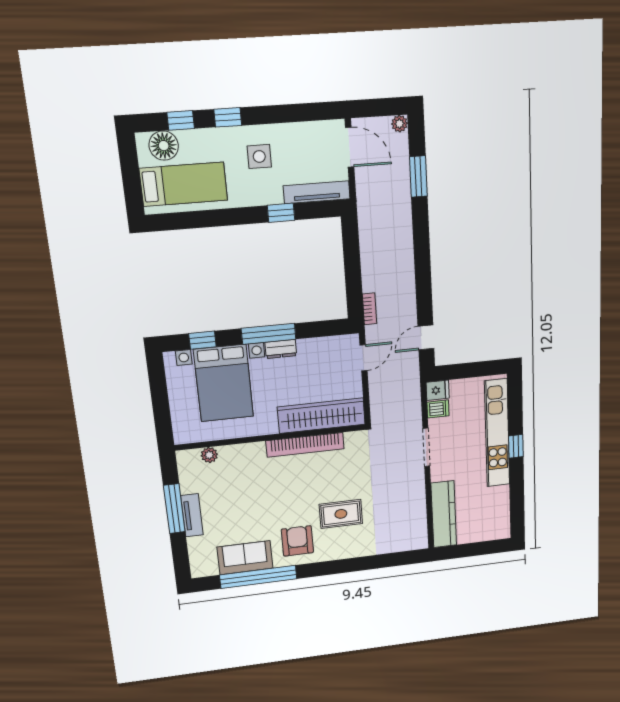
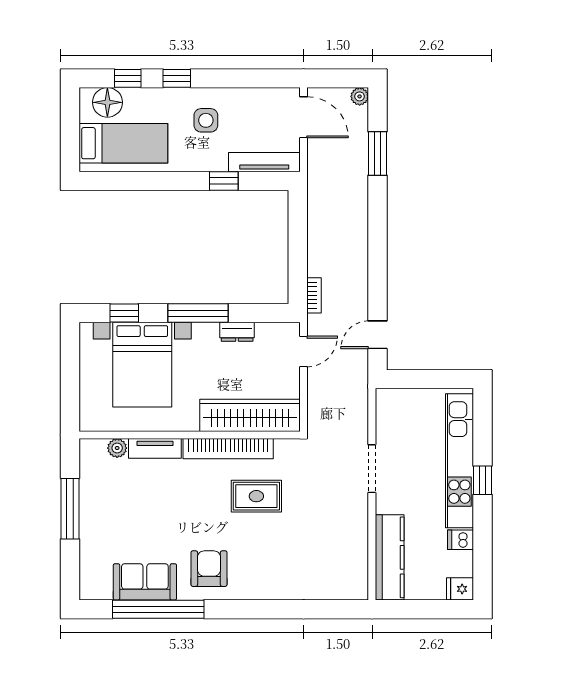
dresser: (281, 349) -> (237, 332), moved
fridge: (438, 390) -> (460, 589), moved, turned 180
dishwasher: (438, 409) -> (460, 540), moved, turned 180
rug: (341, 514) -> (256, 496), moved
tv unit: (192, 515) -> (155, 448), moved, turned 90

